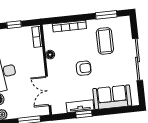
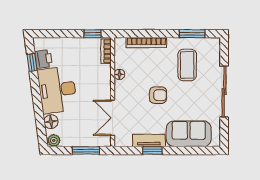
window: (14, 25) -> (92, 34), moved

